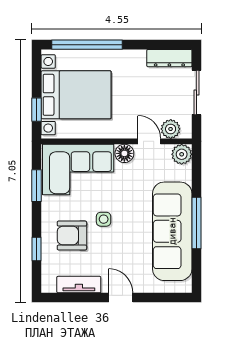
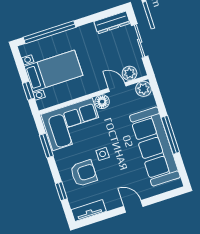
bed with nightstands: (76, 95) -> (53, 71), width x0.73
armchair: (72, 236) -> (84, 173), turned 180
tv unit: (79, 285) -> (89, 211), moved

